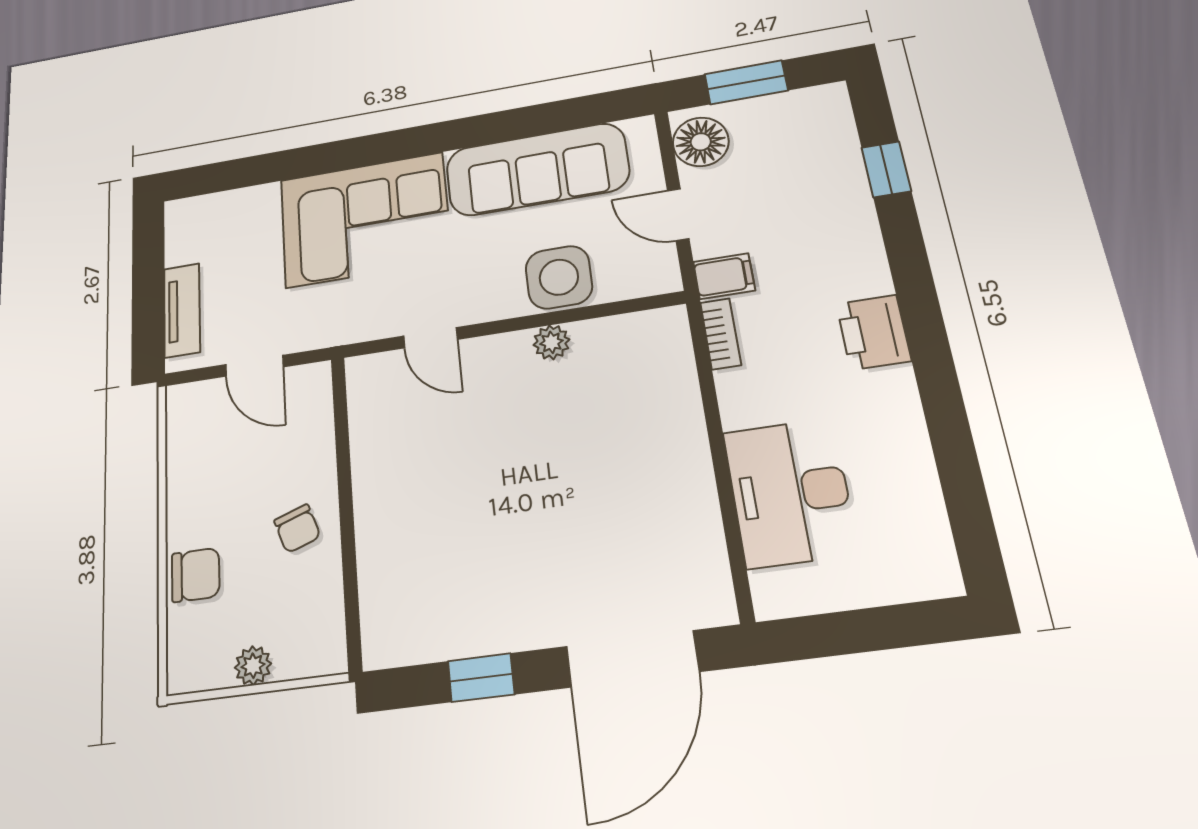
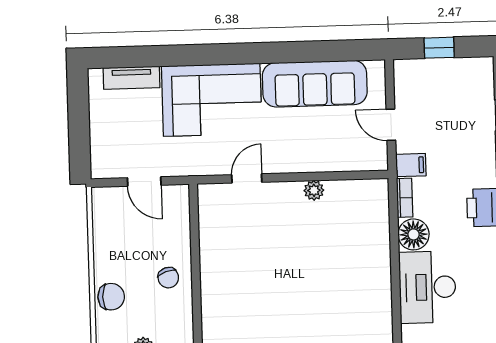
window: (746, 82) -> (439, 48), width x0.67
floor lamp: (701, 142) -> (414, 234), moved
side table: (559, 277) -> (321, 153), removed
tv unit: (182, 310) -> (131, 78), moved, turned 90
door: (430, 338) -> (247, 178), swing flipped

